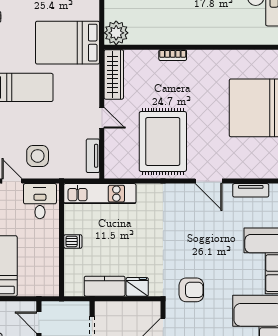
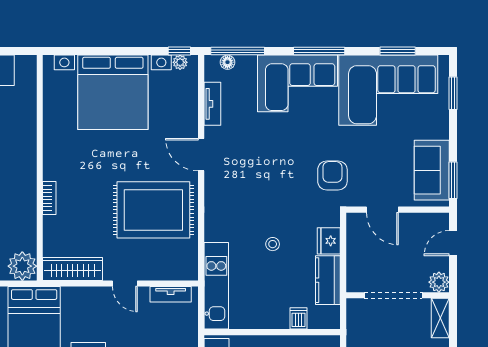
door: (102, 118) -> (125, 284), swing flipped
door: (209, 181) -> (201, 155), swing flipped
stool: (134, 240) -> (273, 244), added
dishwasher: (73, 241) -> (298, 318), moved

